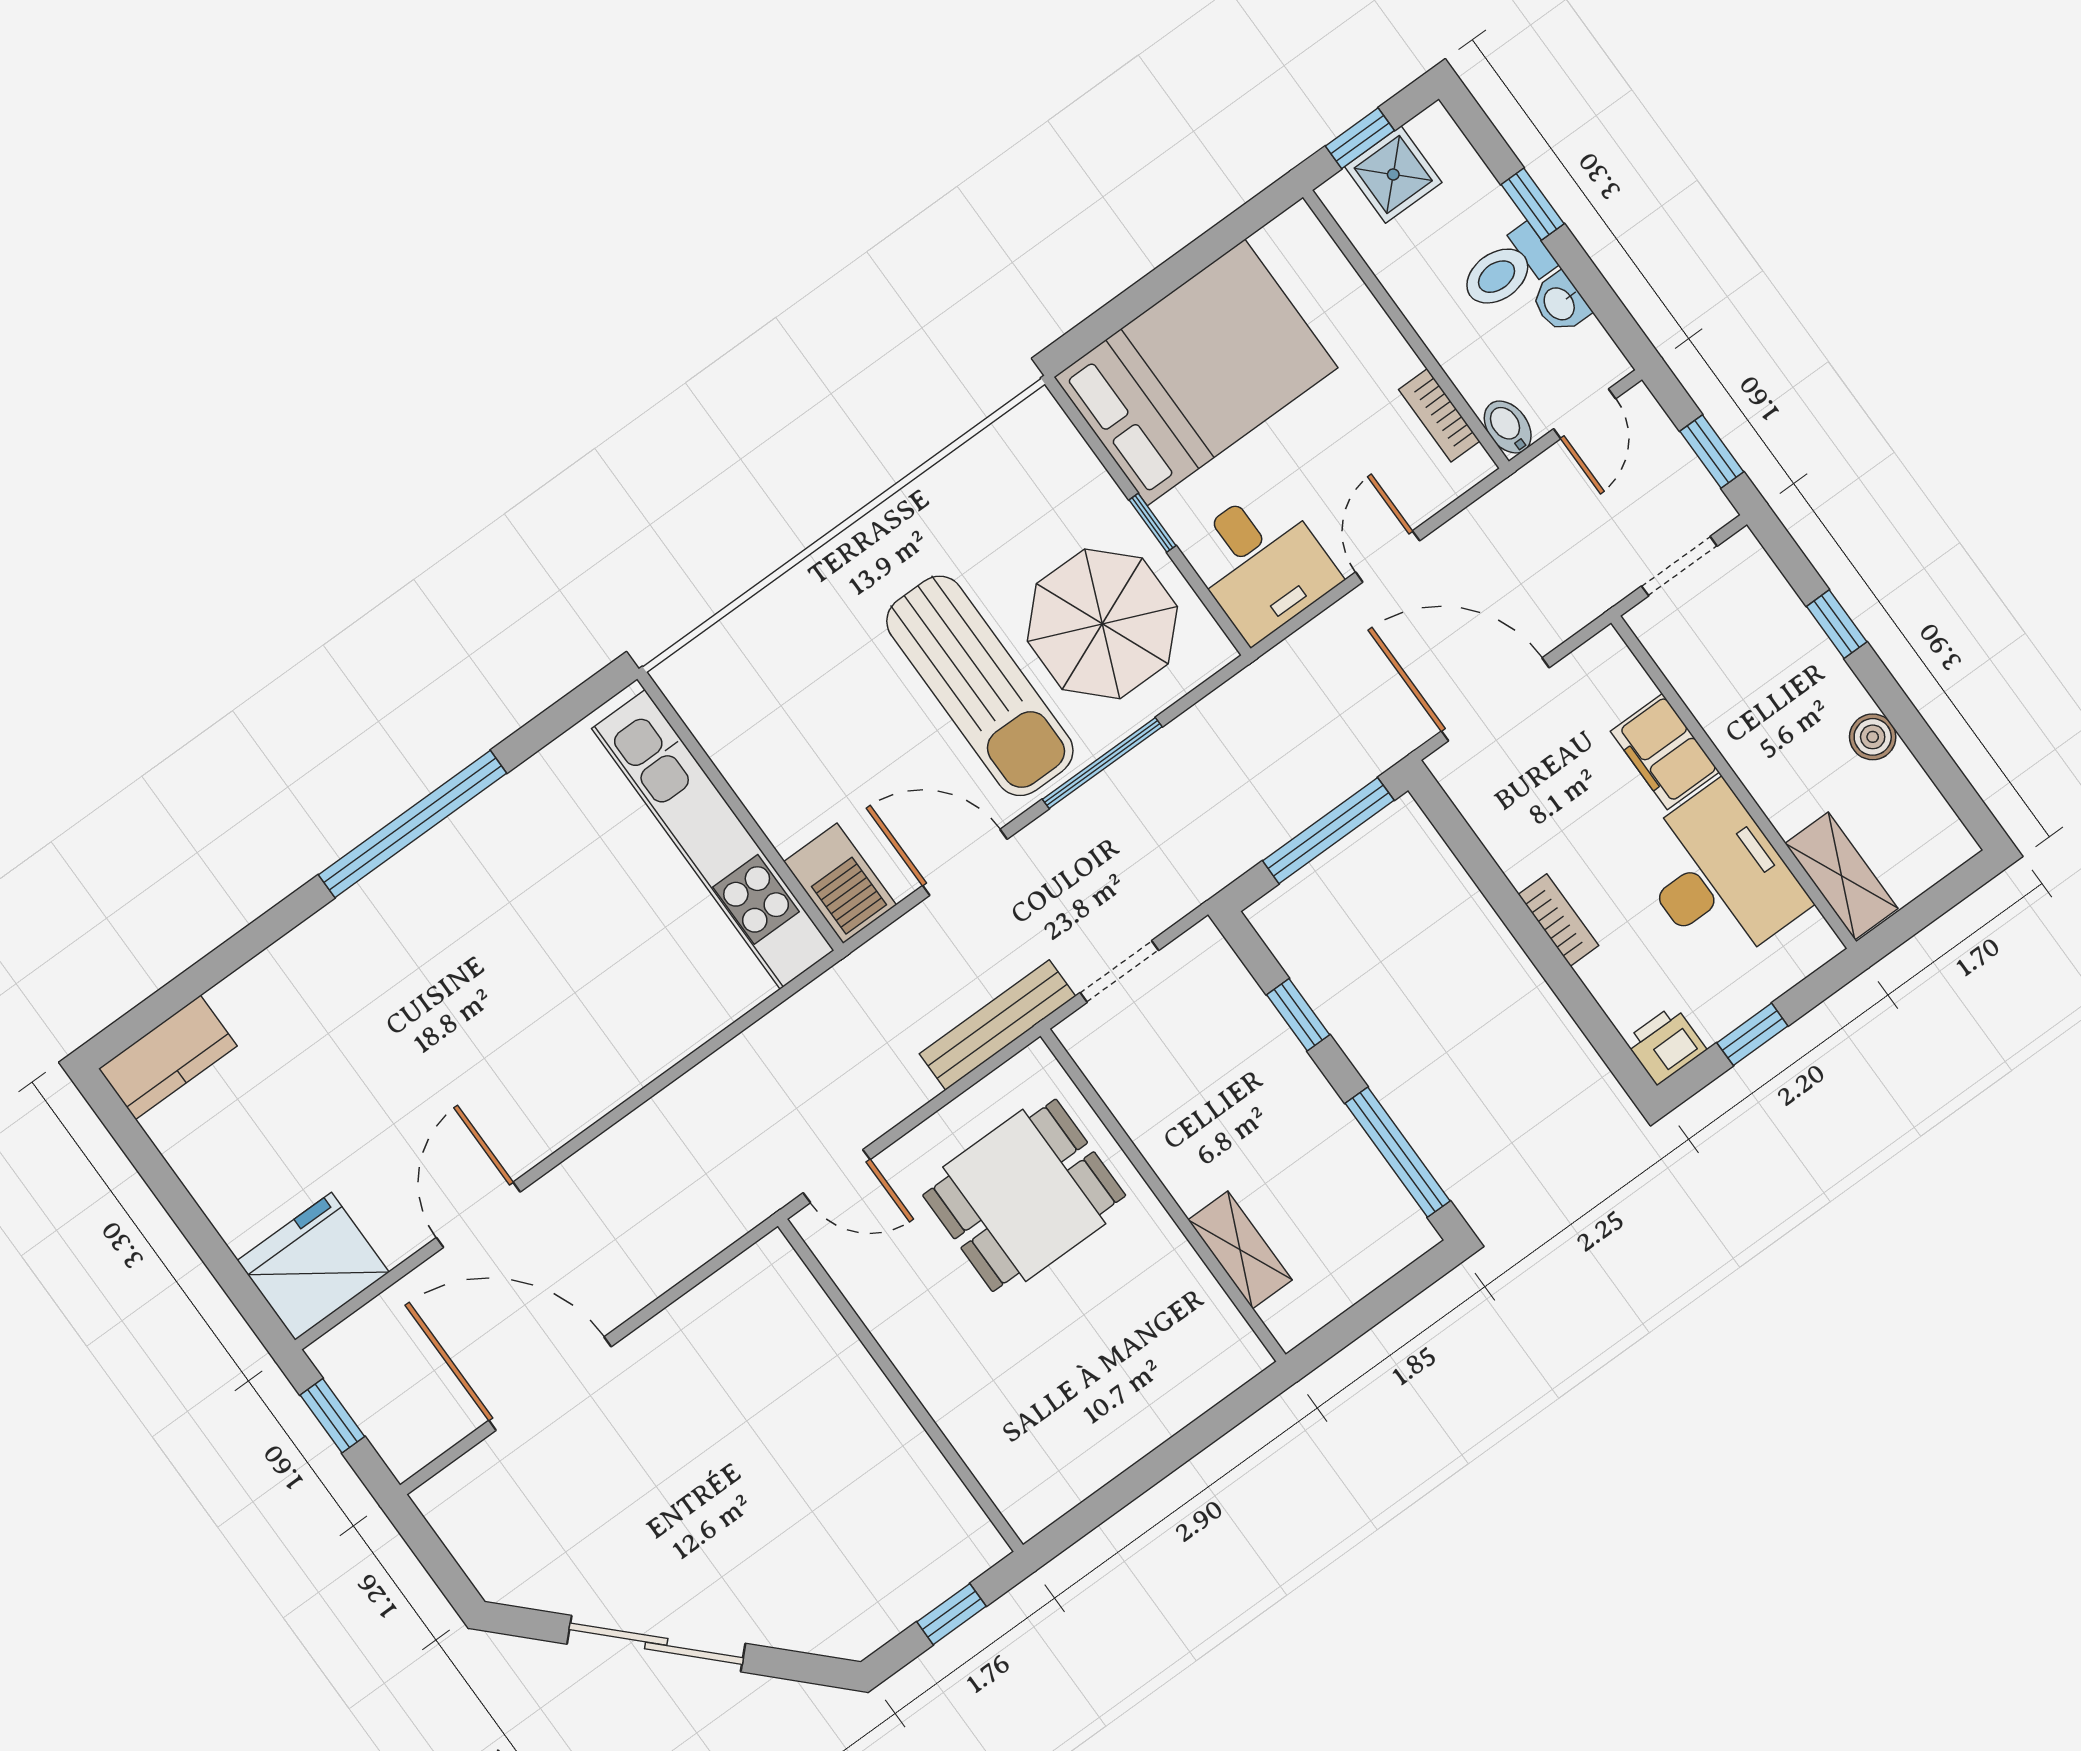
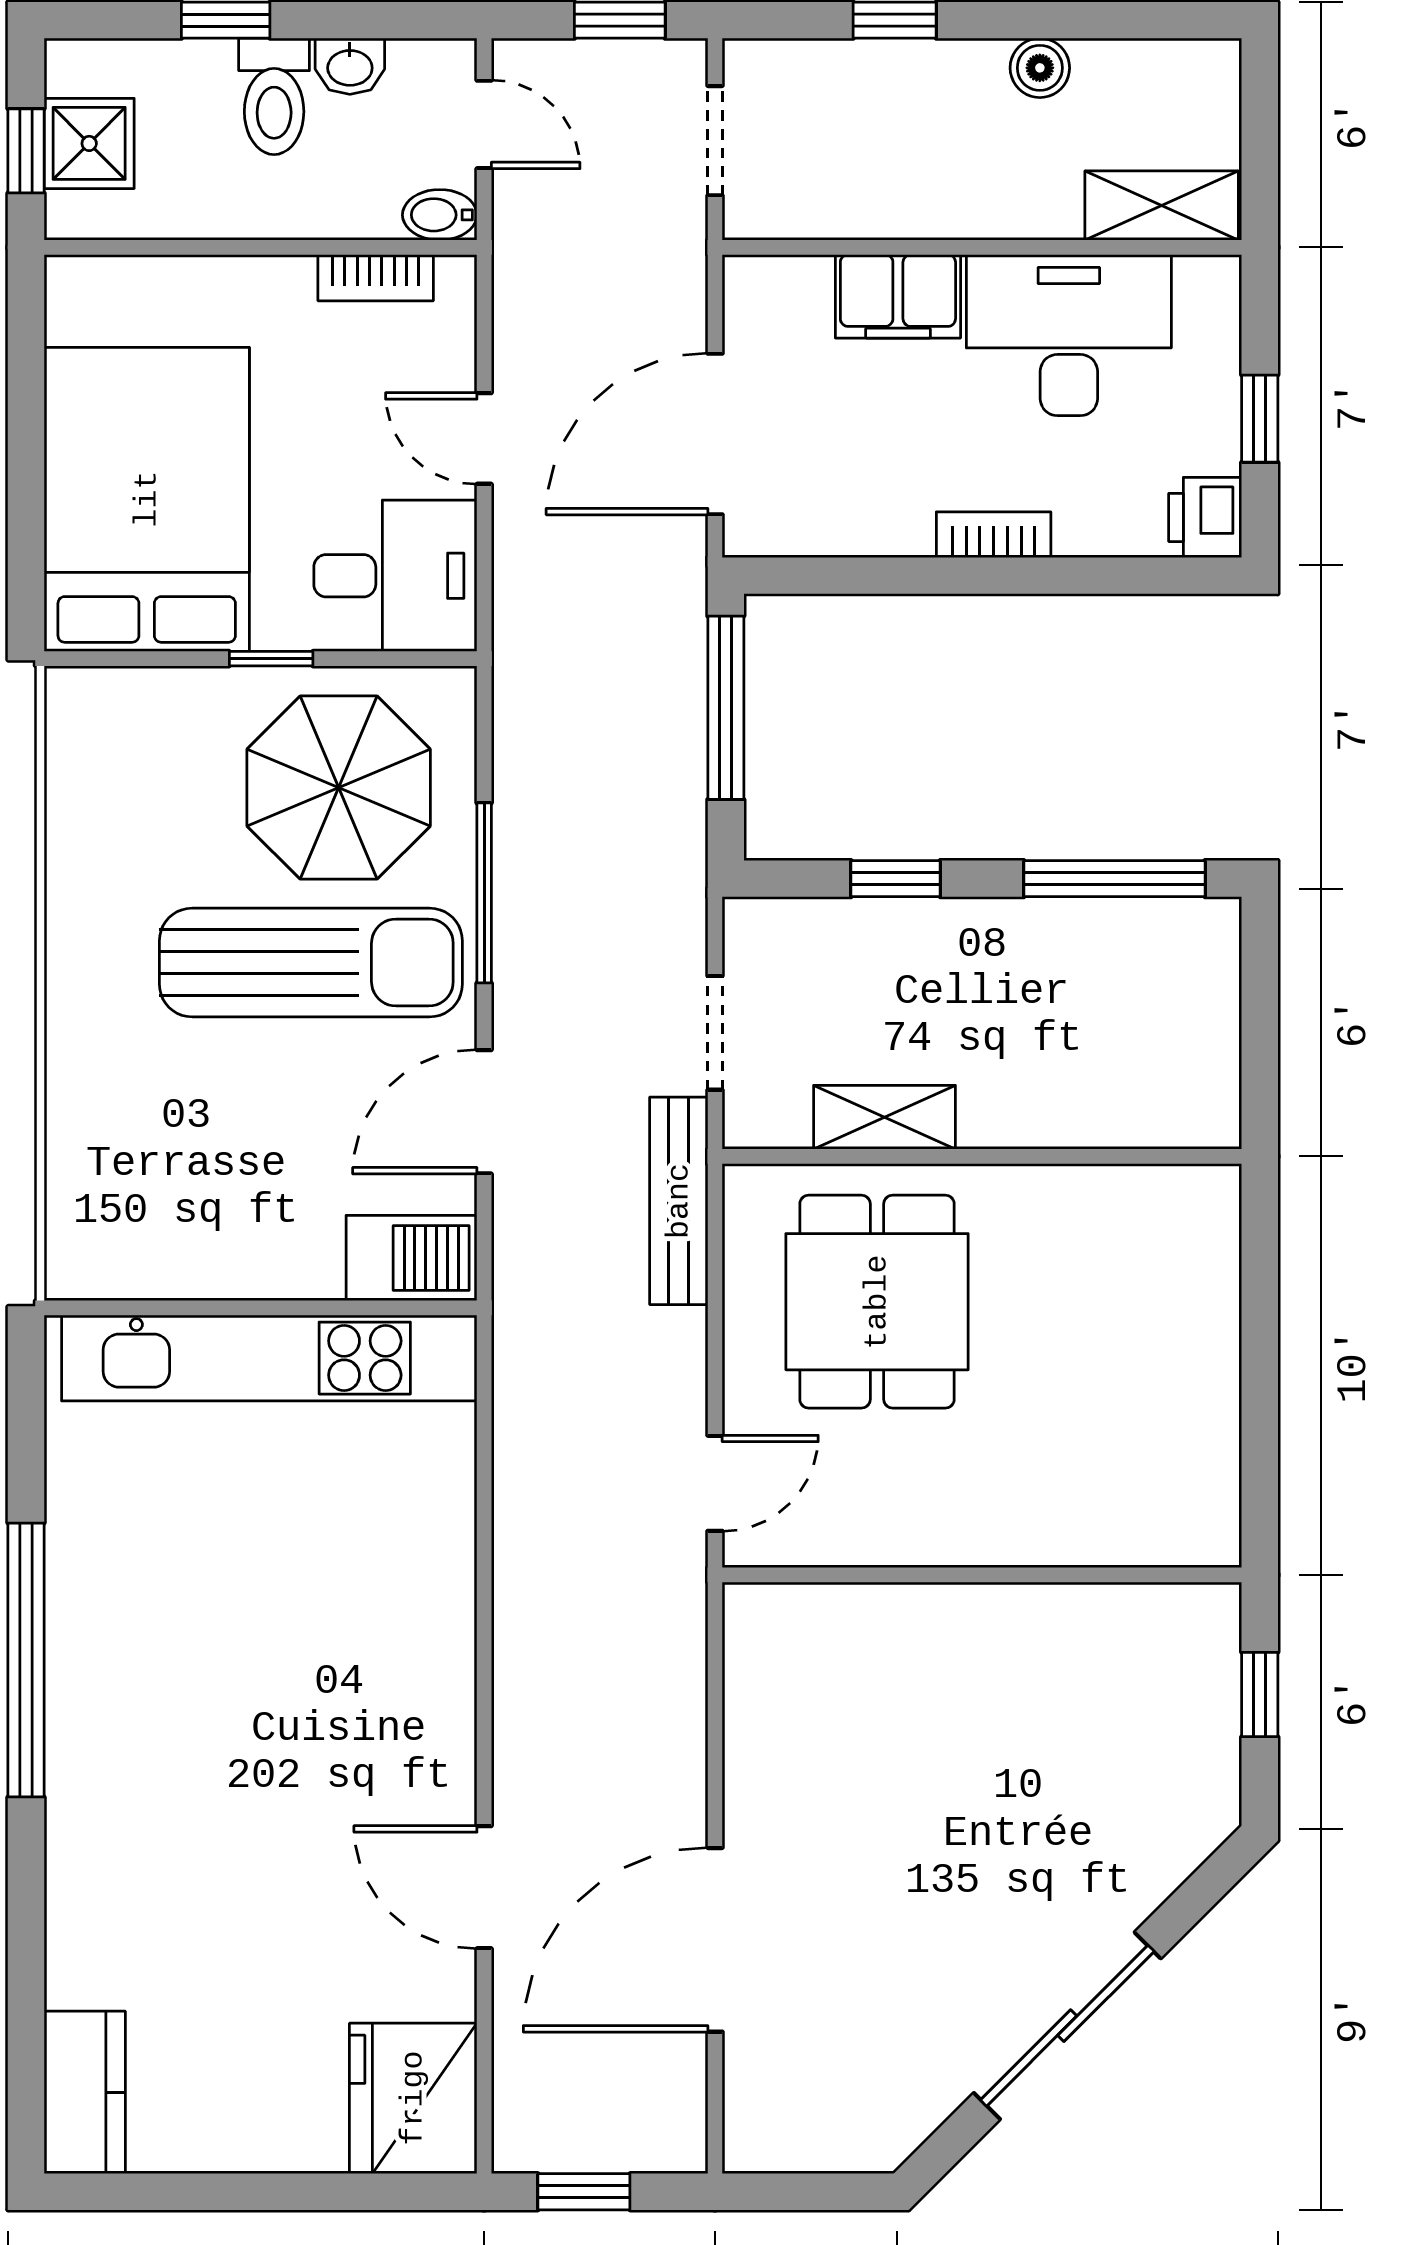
shelving: (1240, 1250) -> (885, 1117), moved

